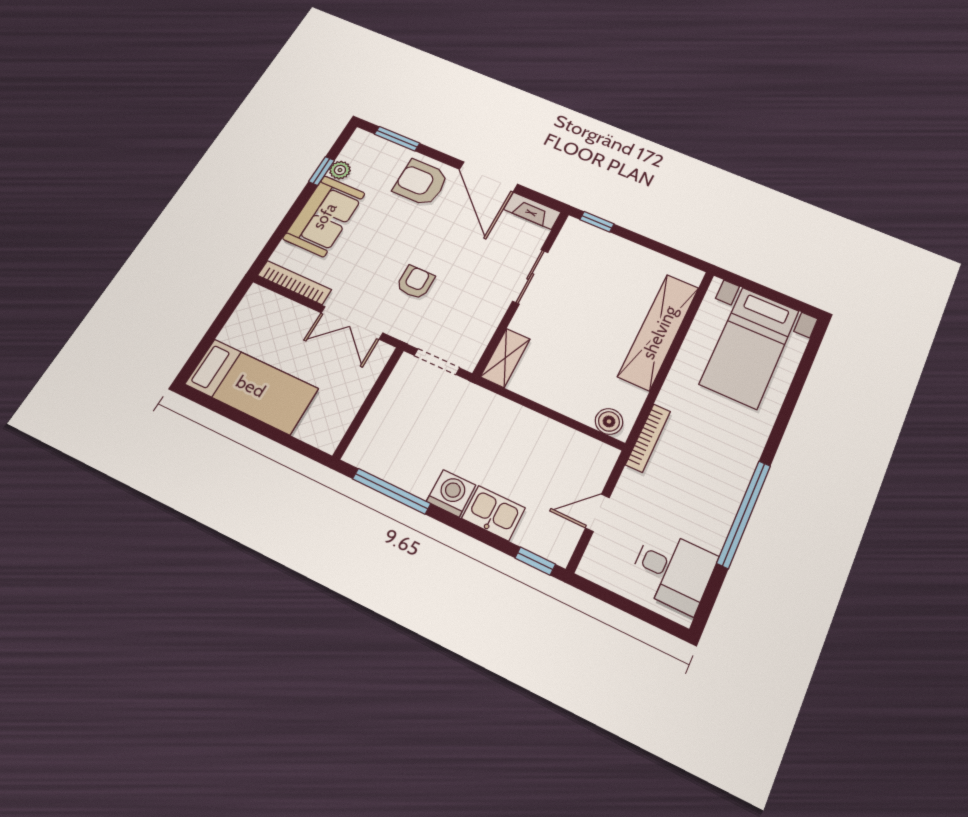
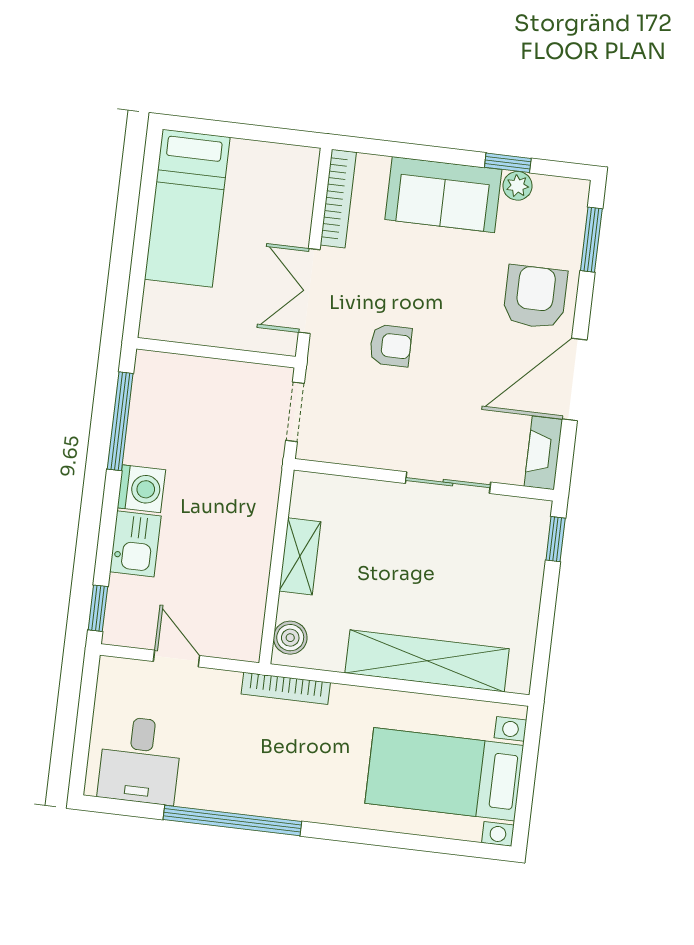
shelving: (505, 358) -> (300, 556), moved, turned 90

